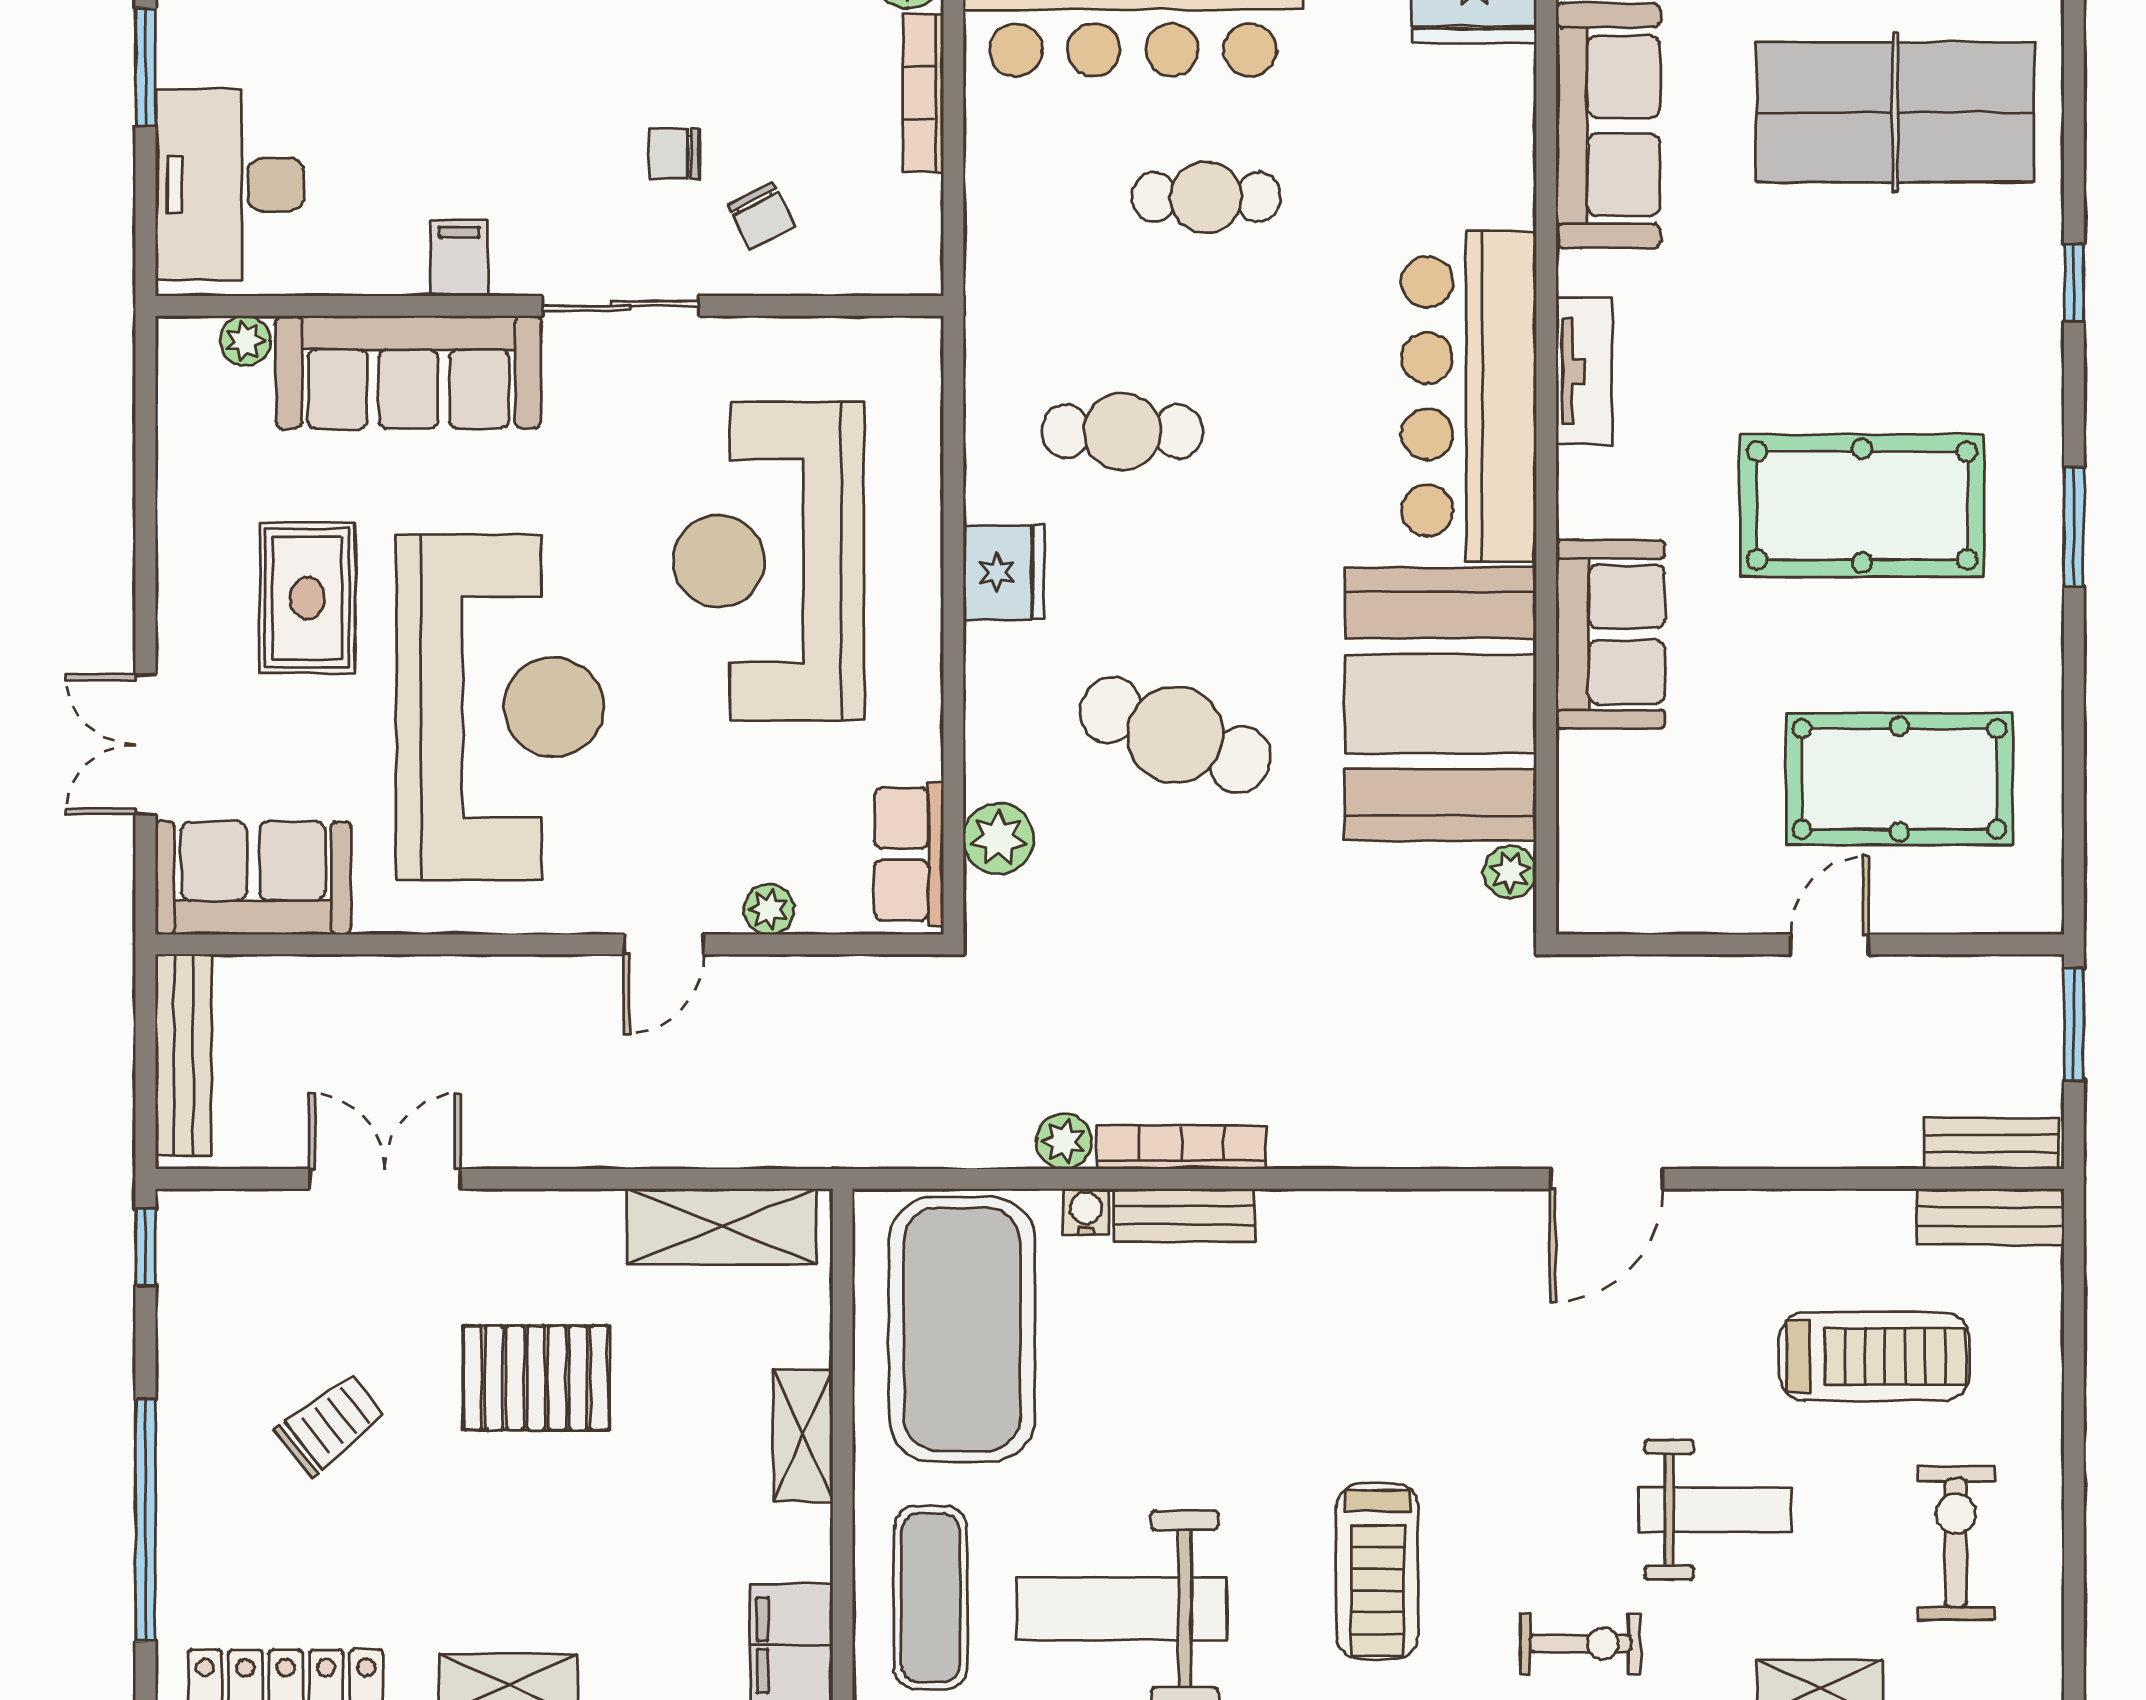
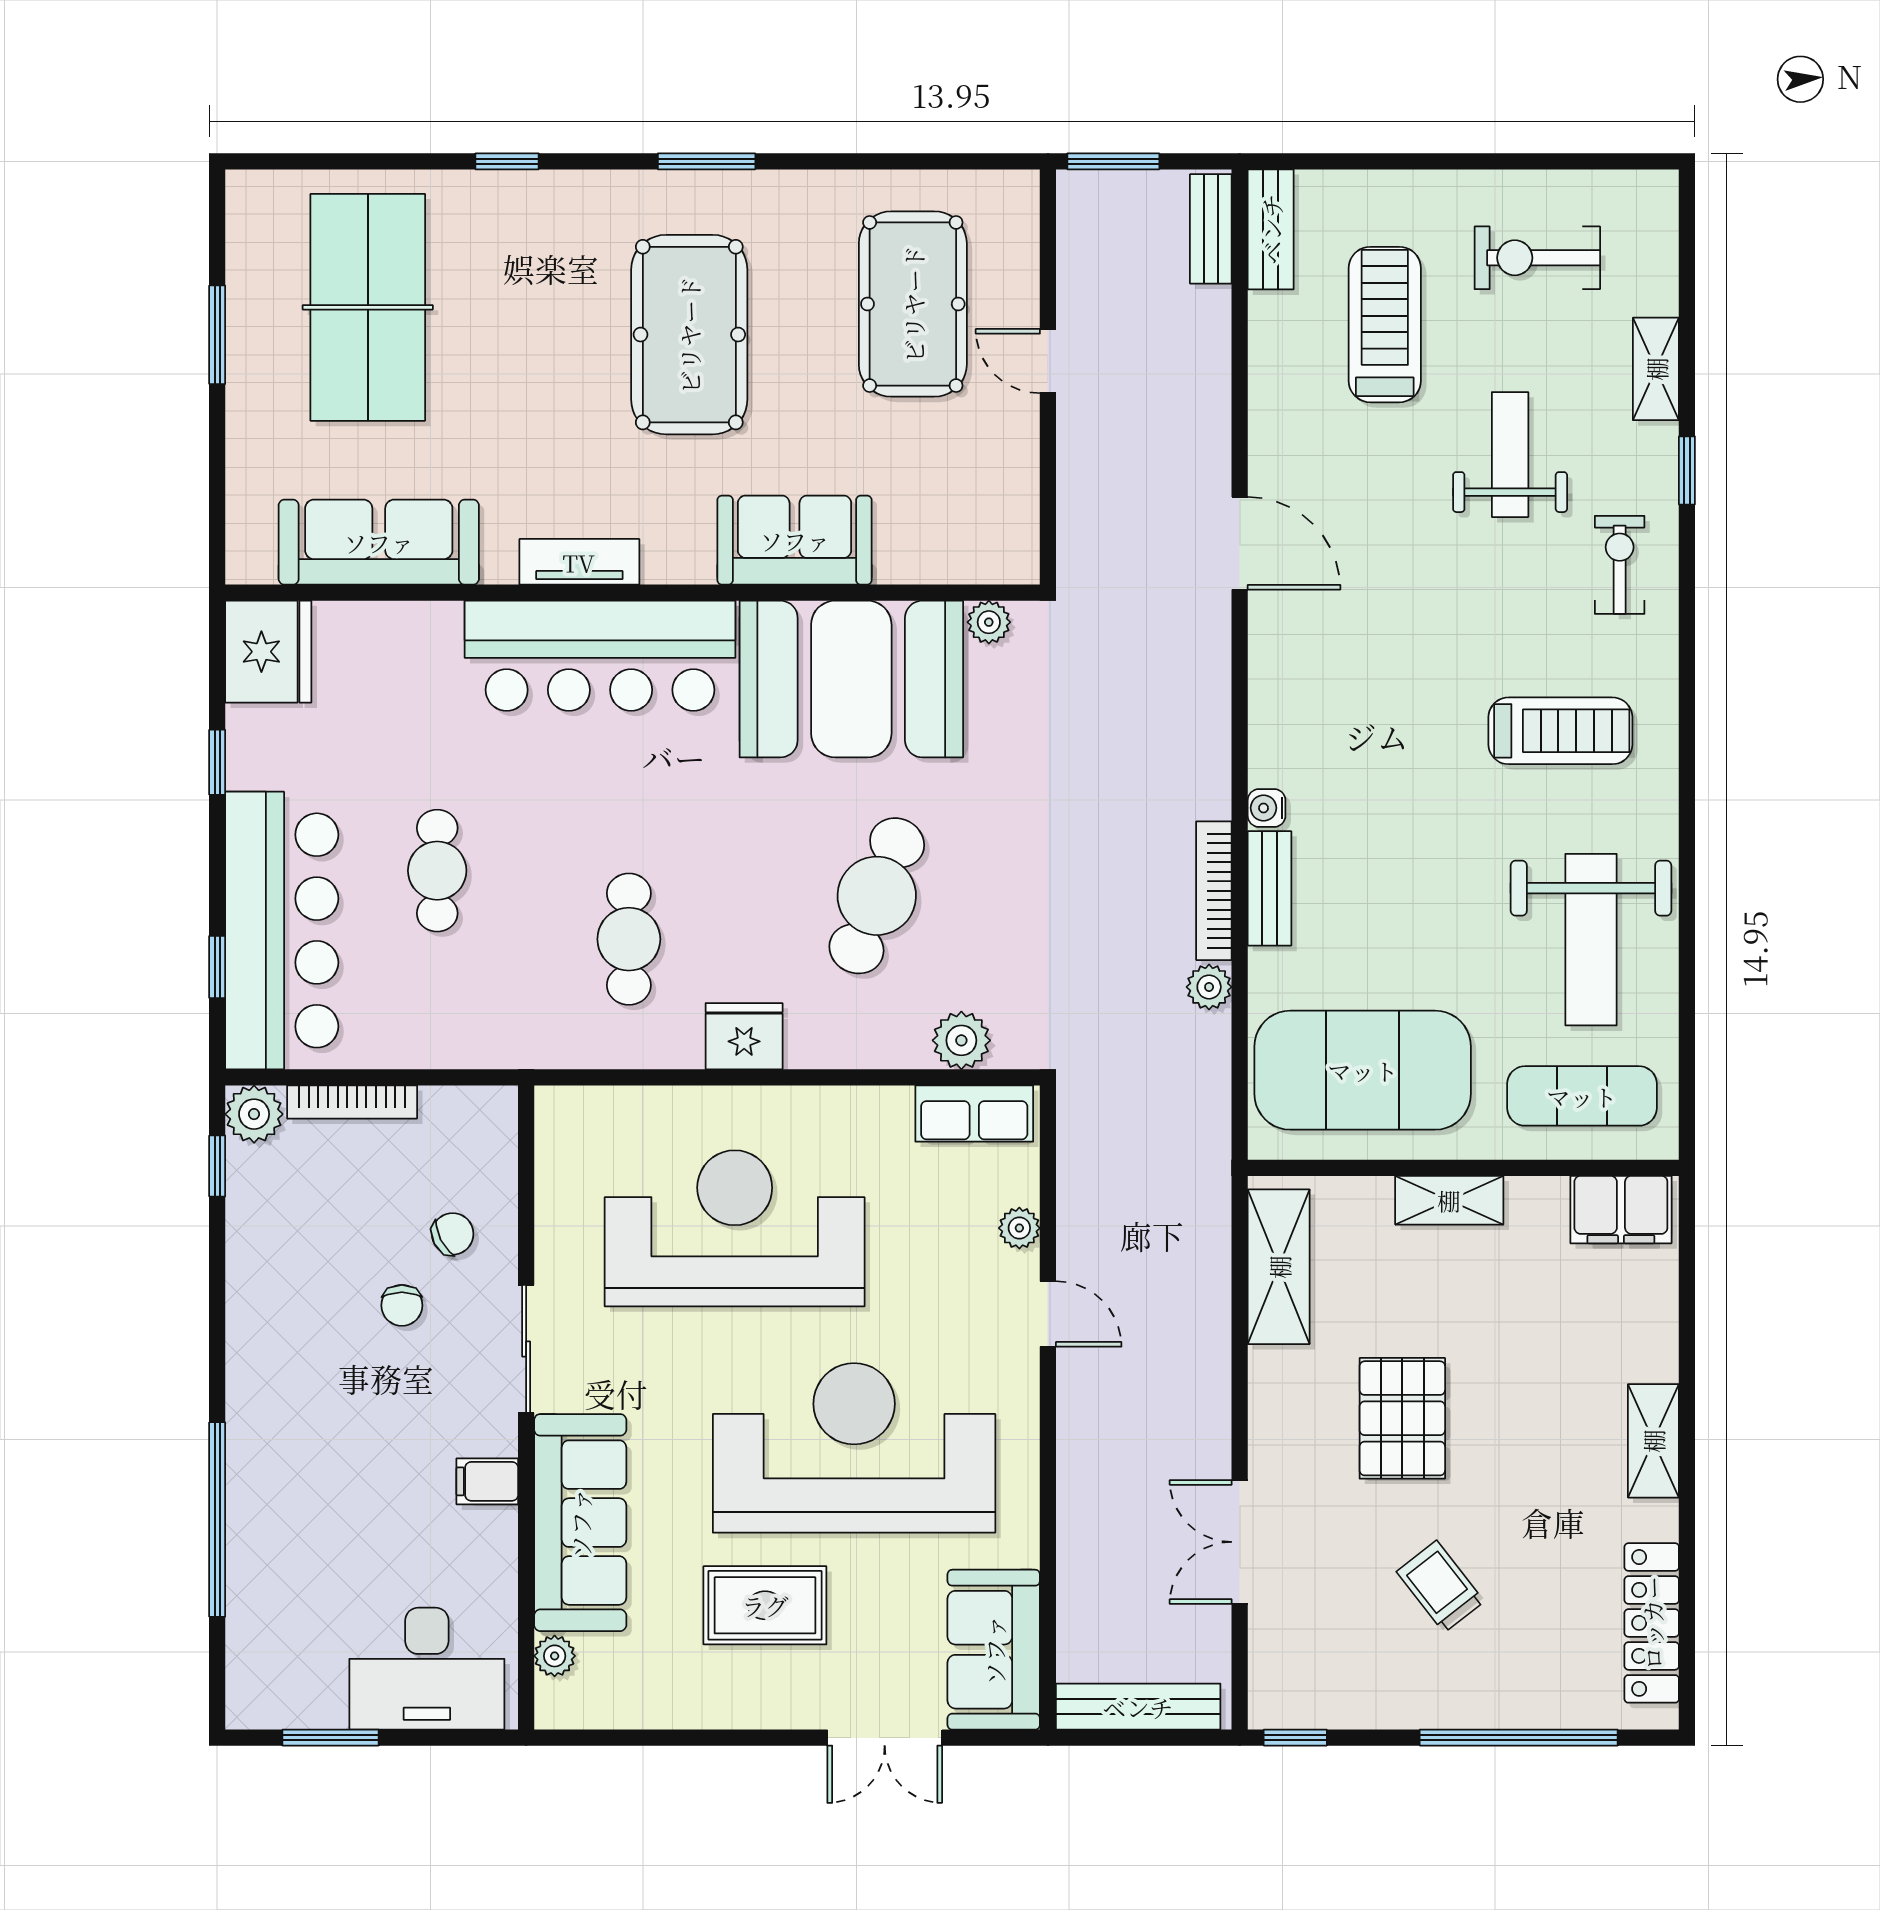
reception desk: (769, 561) -> (735, 1228), turned 180
water cooler: (1086, 1212) -> (1267, 808), moved

